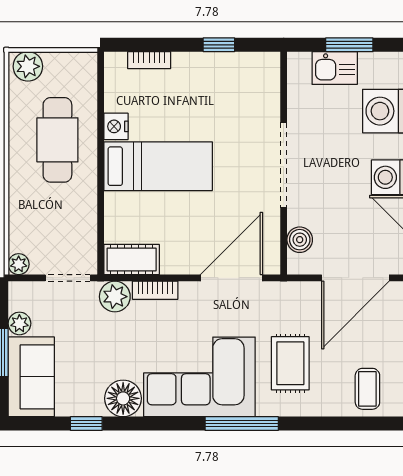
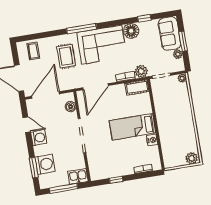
window: (349, 45) -> (64, 188), width x1.44
kitchen sink: (335, 68) -> (78, 176), moved
cafe table: (57, 140) -> (175, 131), removed

